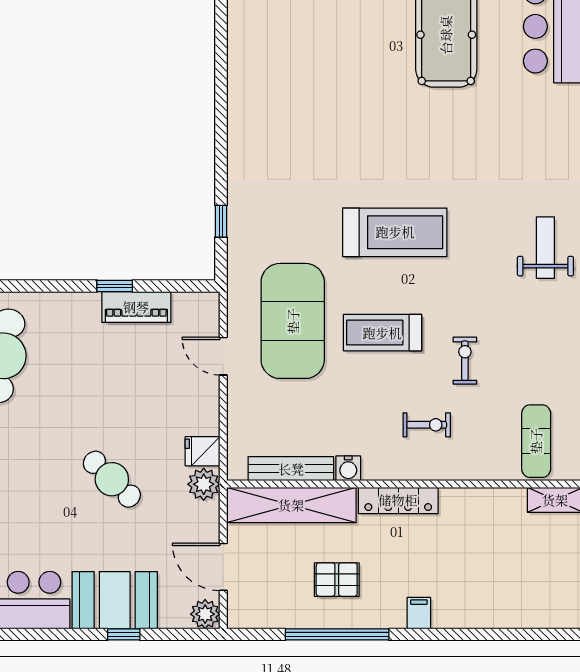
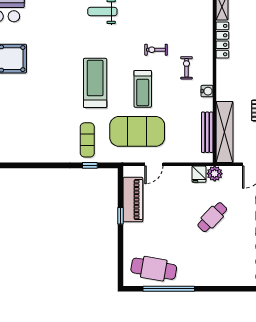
piano: (136, 307) -> (133, 200), width x1.37, depth x1.33
exercise mat: (536, 441) -> (87, 140), moved, turned 90
water cooler: (348, 468) -> (207, 91), moved
locker: (398, 500) -> (222, 40), moved

